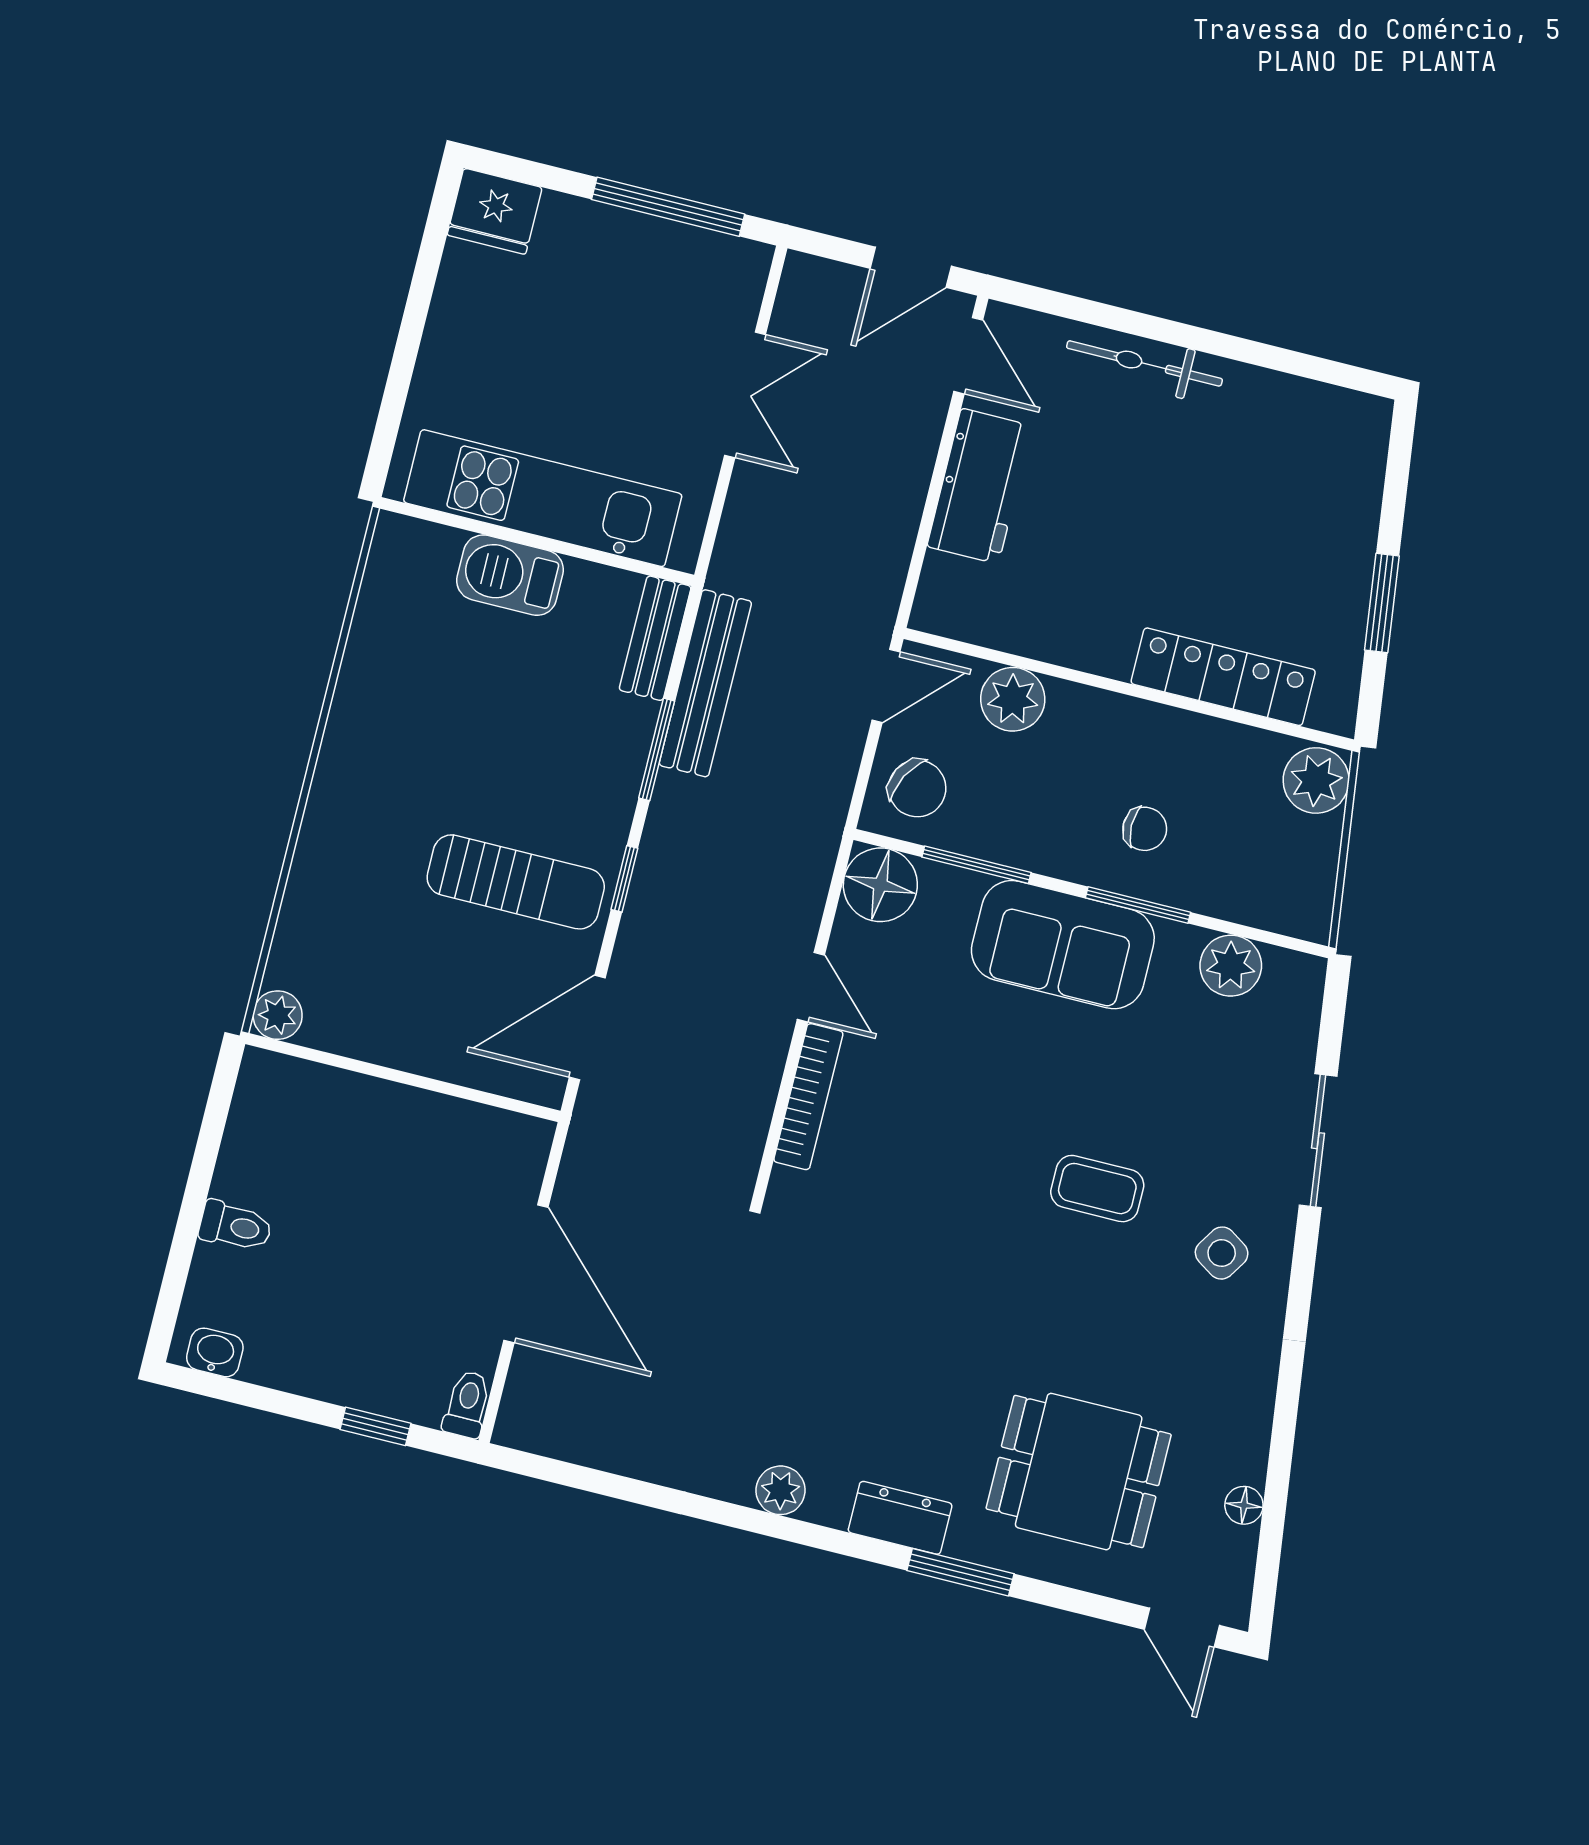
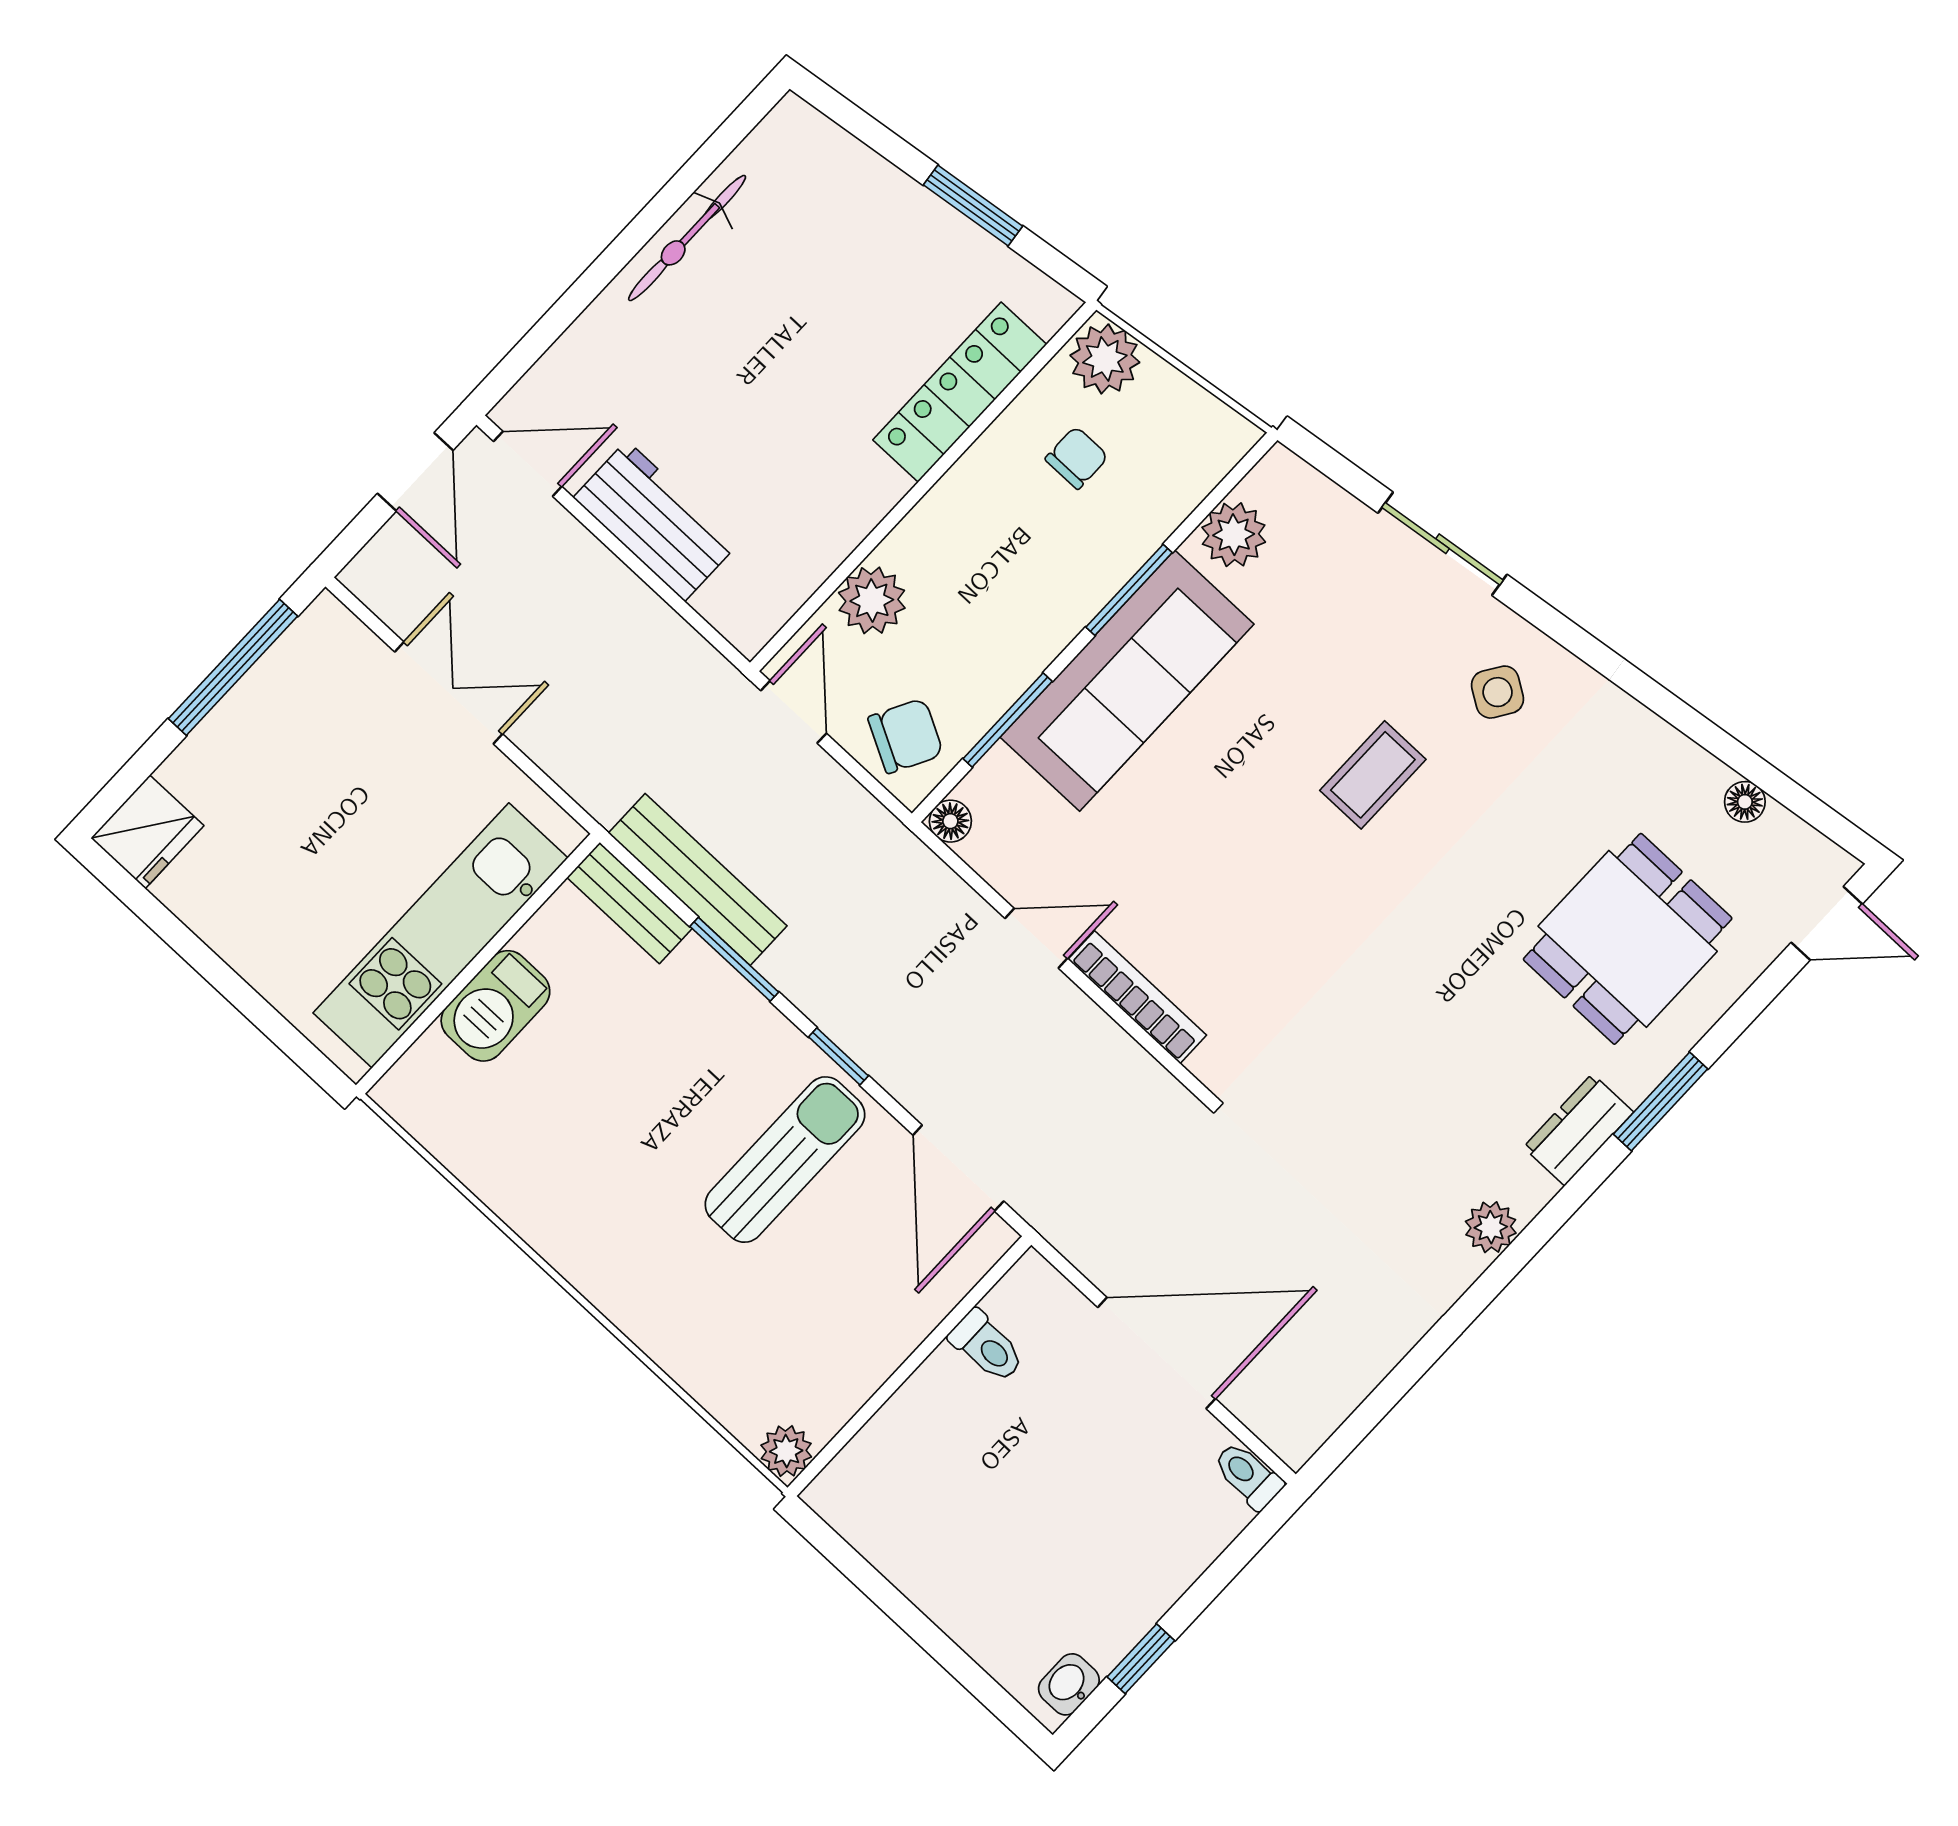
bicycle: (1144, 363) -> (687, 238), moved
chair: (1145, 829) -> (1077, 458), moved
floor lamp: (880, 885) -> (950, 821), width x0.53, depth x0.53
sofa: (1063, 945) -> (1127, 681), width x1.36
toilet: (235, 1226) -> (987, 1346), moved, turned 90
window: (375, 1426) -> (1141, 1659), moved

